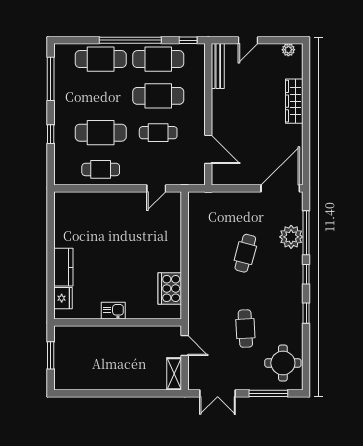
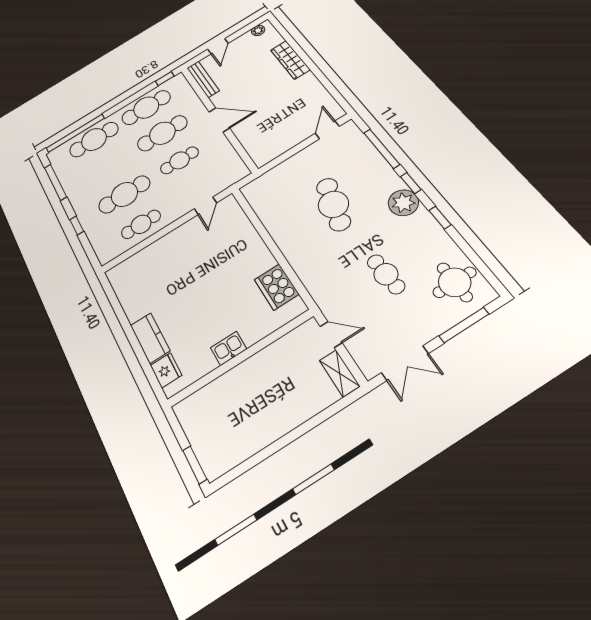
window: (130, 40) -> (75, 133), moved
door: (208, 149) -> (219, 120), moved
door: (280, 188) -> (327, 130), width x0.53
plant: (291, 237) -> (403, 203), moved
cafe table: (245, 253) -> (333, 204), width x1.37, depth x1.35
window: (51, 355) -> (195, 465), moved

